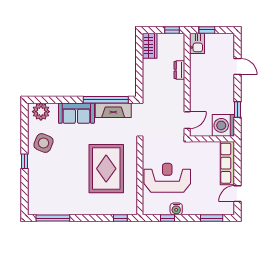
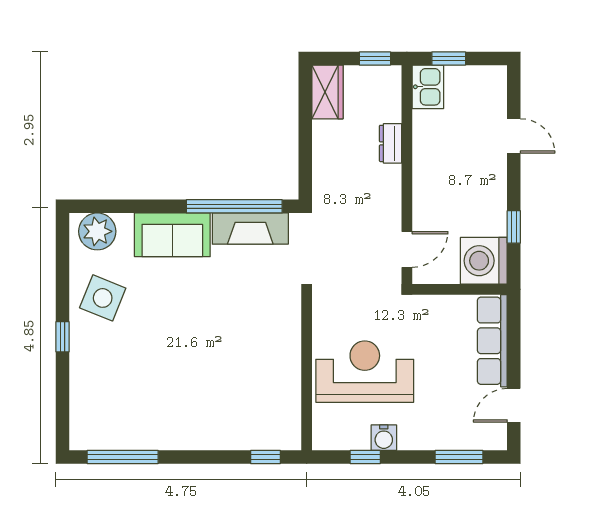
rug: (106, 169) -> (236, 352), removed

